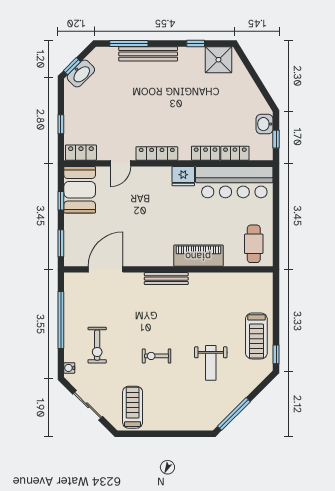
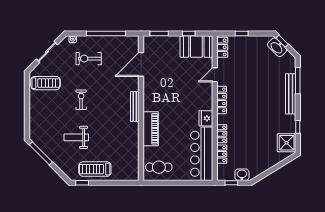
door: (120, 163) -> (215, 75), hinge flipped
door: (106, 269) -> (141, 64), swing flipped

